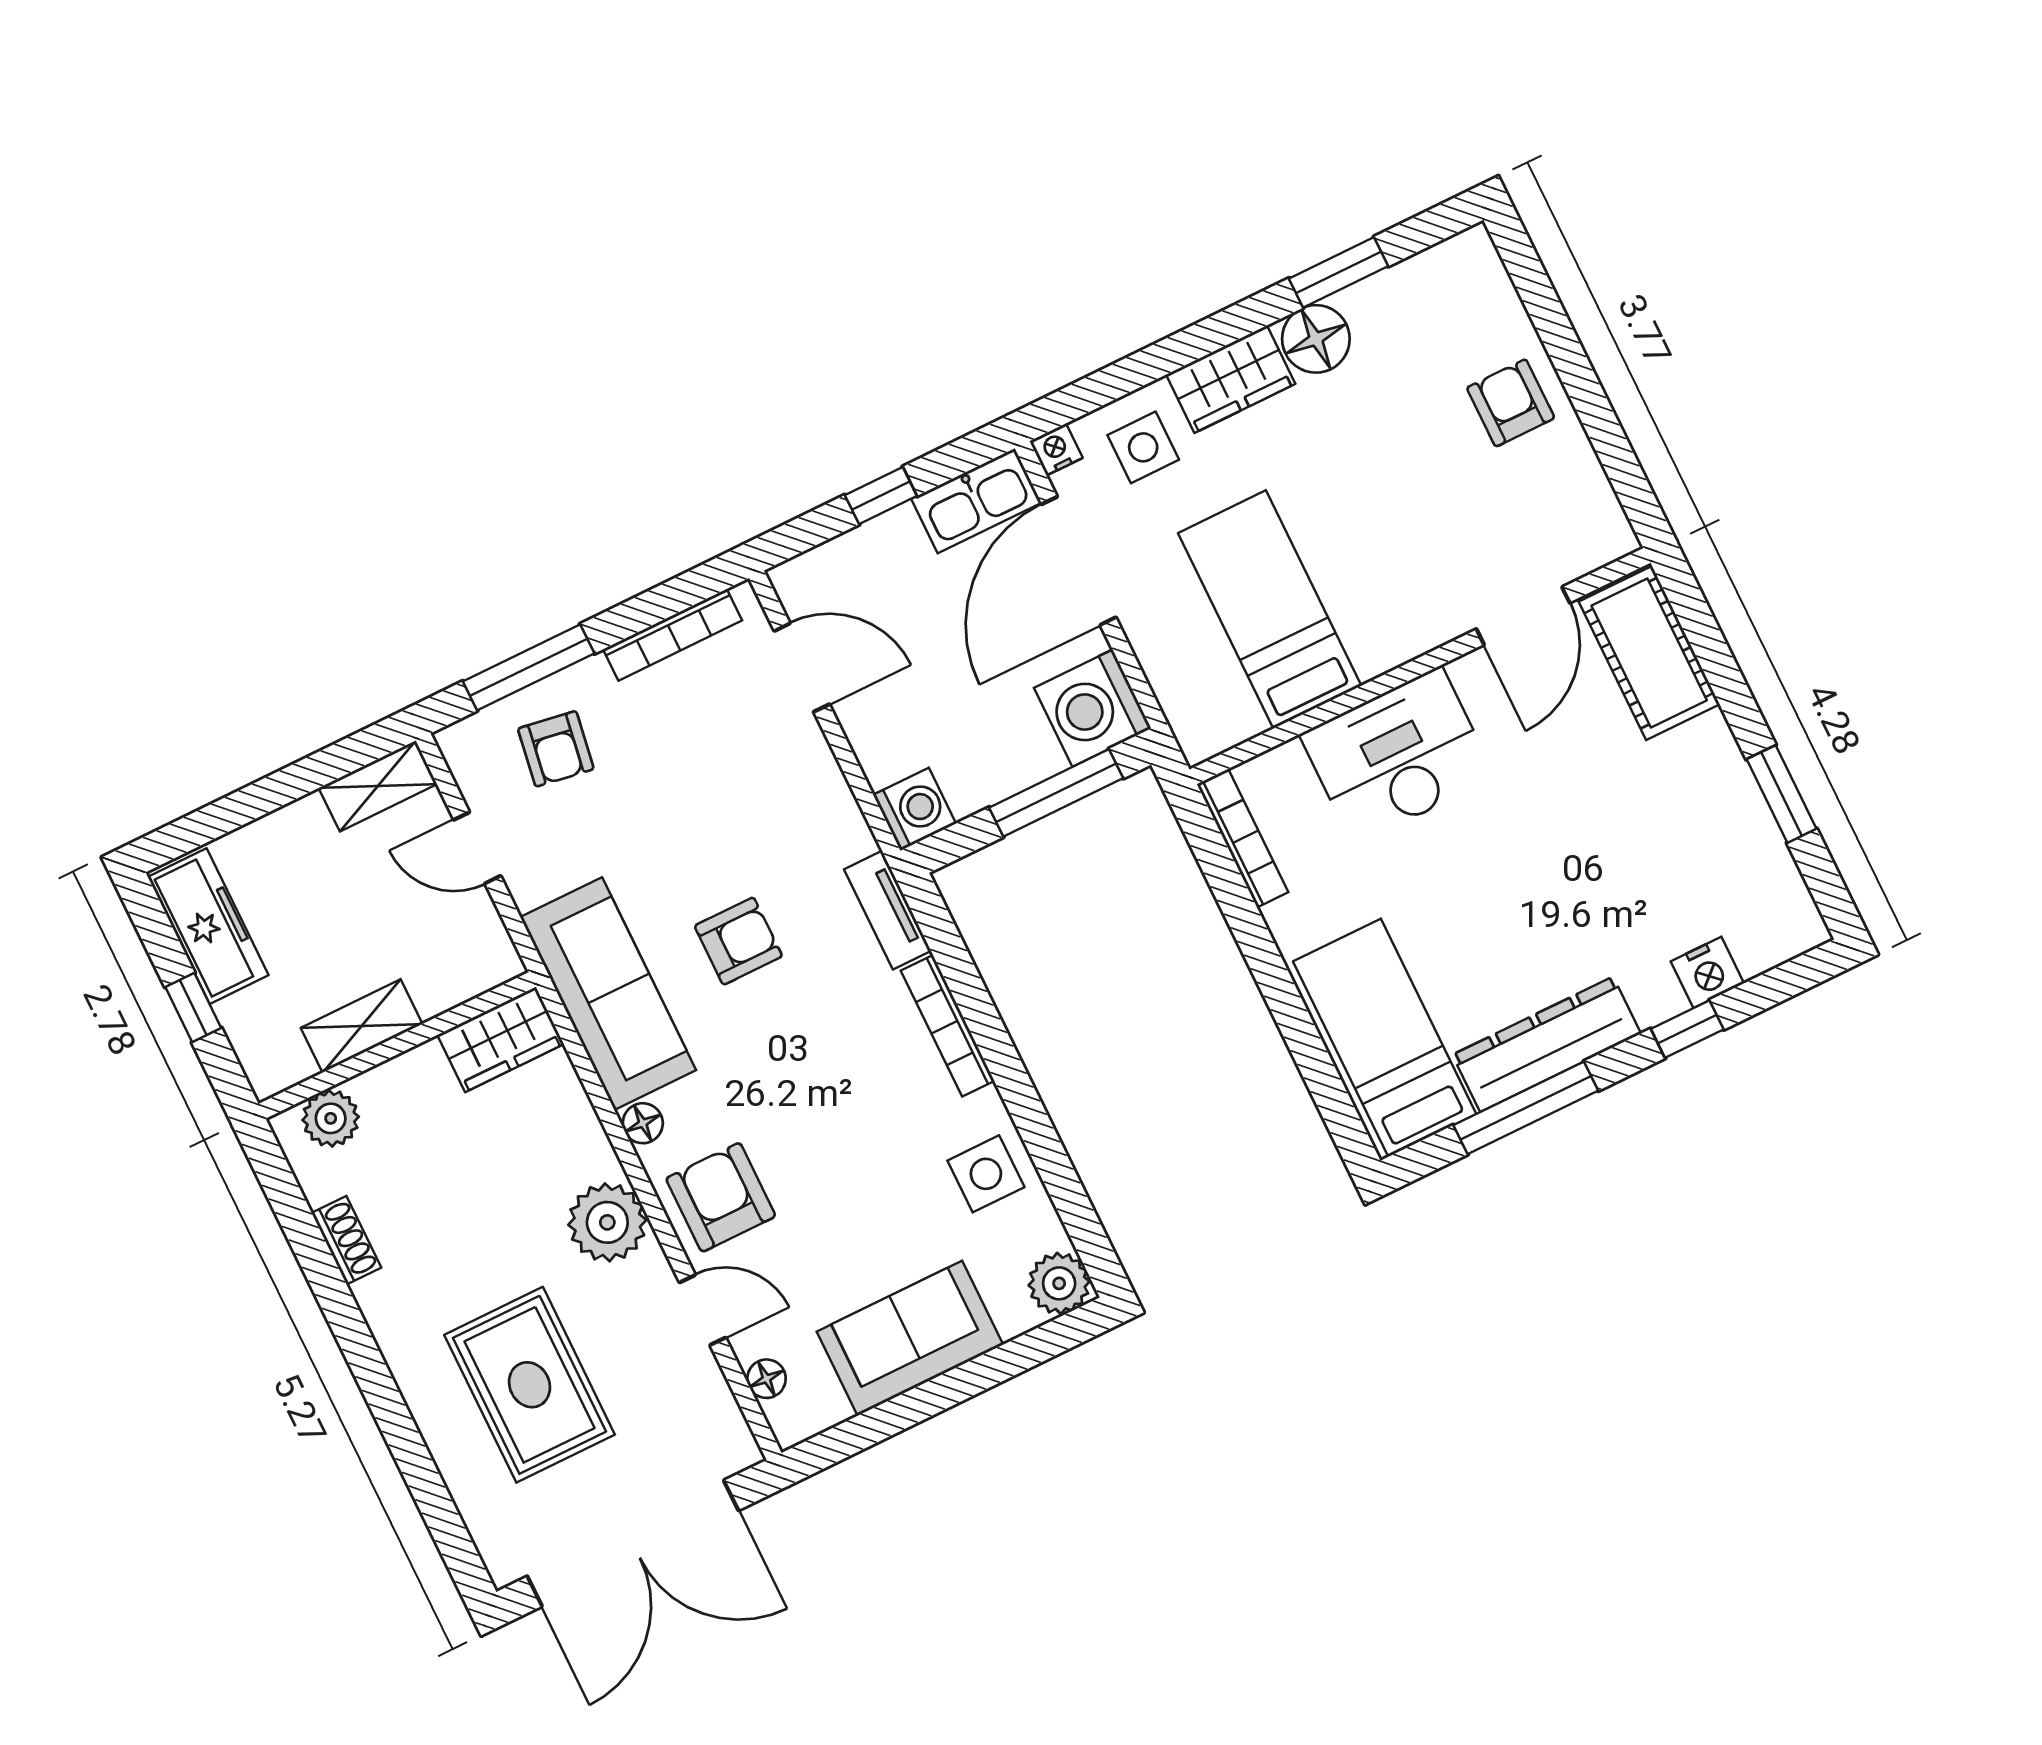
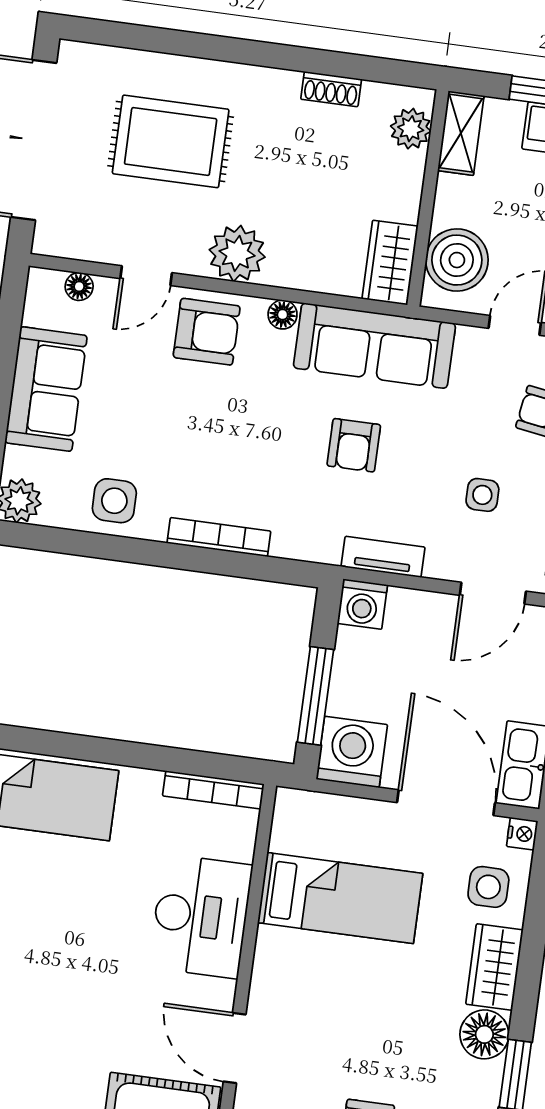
side table: (697, 755) -> (482, 495), added
tv unit: (888, 910) -> (383, 557), moved
boiler: (446, 964) -> (457, 260), added
shelving: (362, 1026) -> (461, 133), moved

